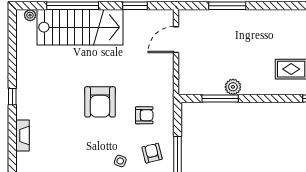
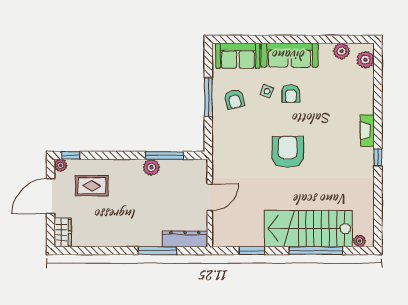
dresser: (200, 17) -> (185, 239), added
door: (176, 40) -> (210, 197), moved
armchair: (144, 115) -> (291, 94), moved, turned -90
fireplace: (22, 136) -> (367, 131), moved

